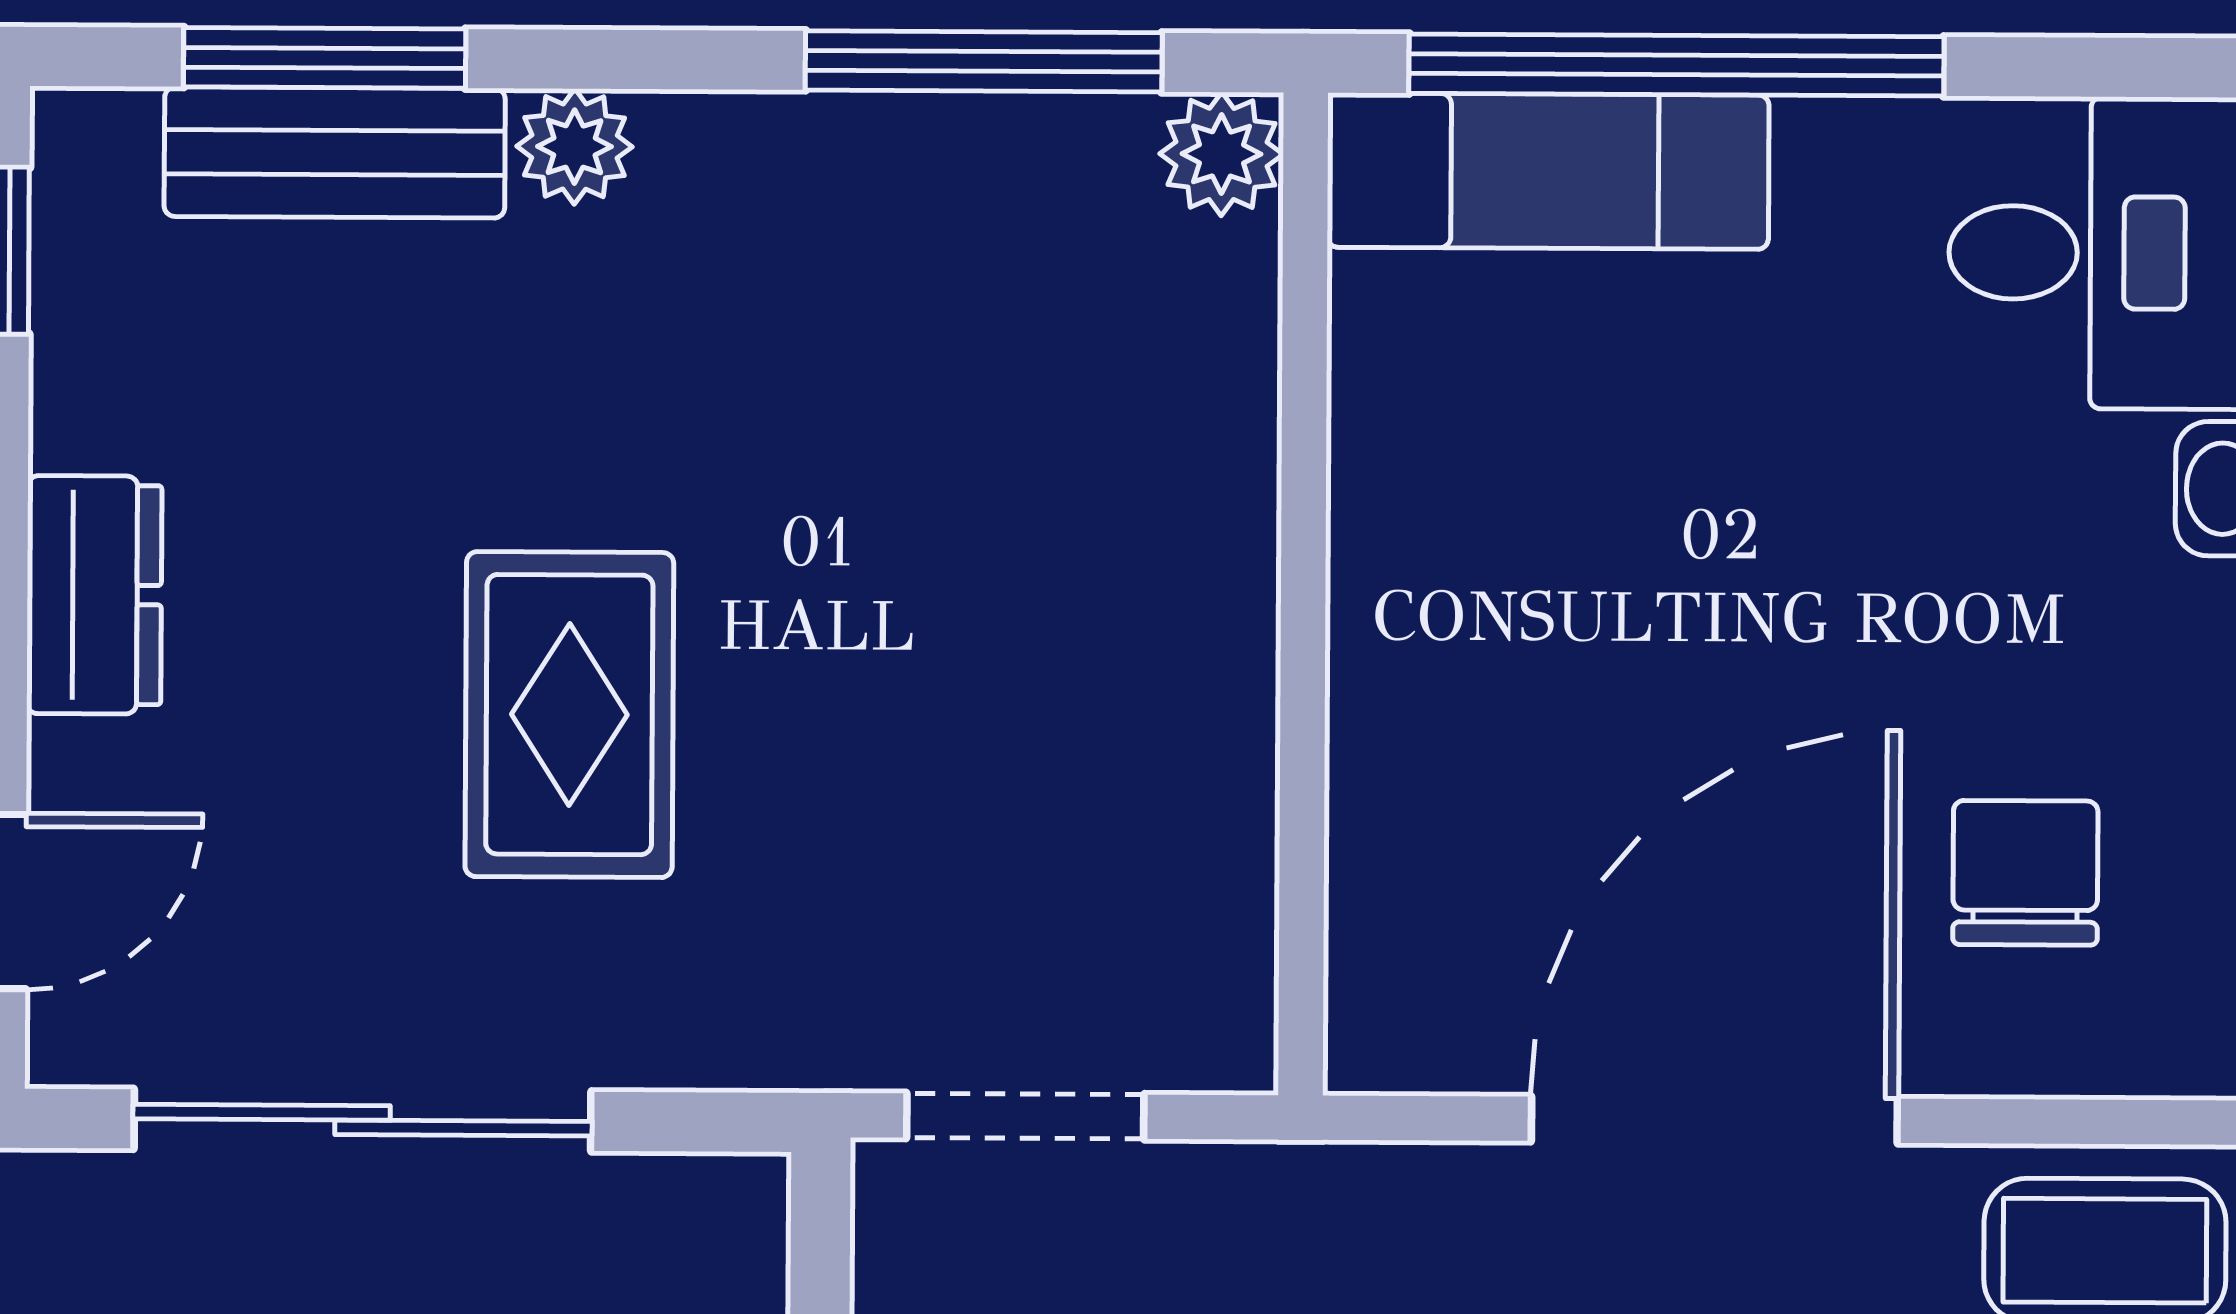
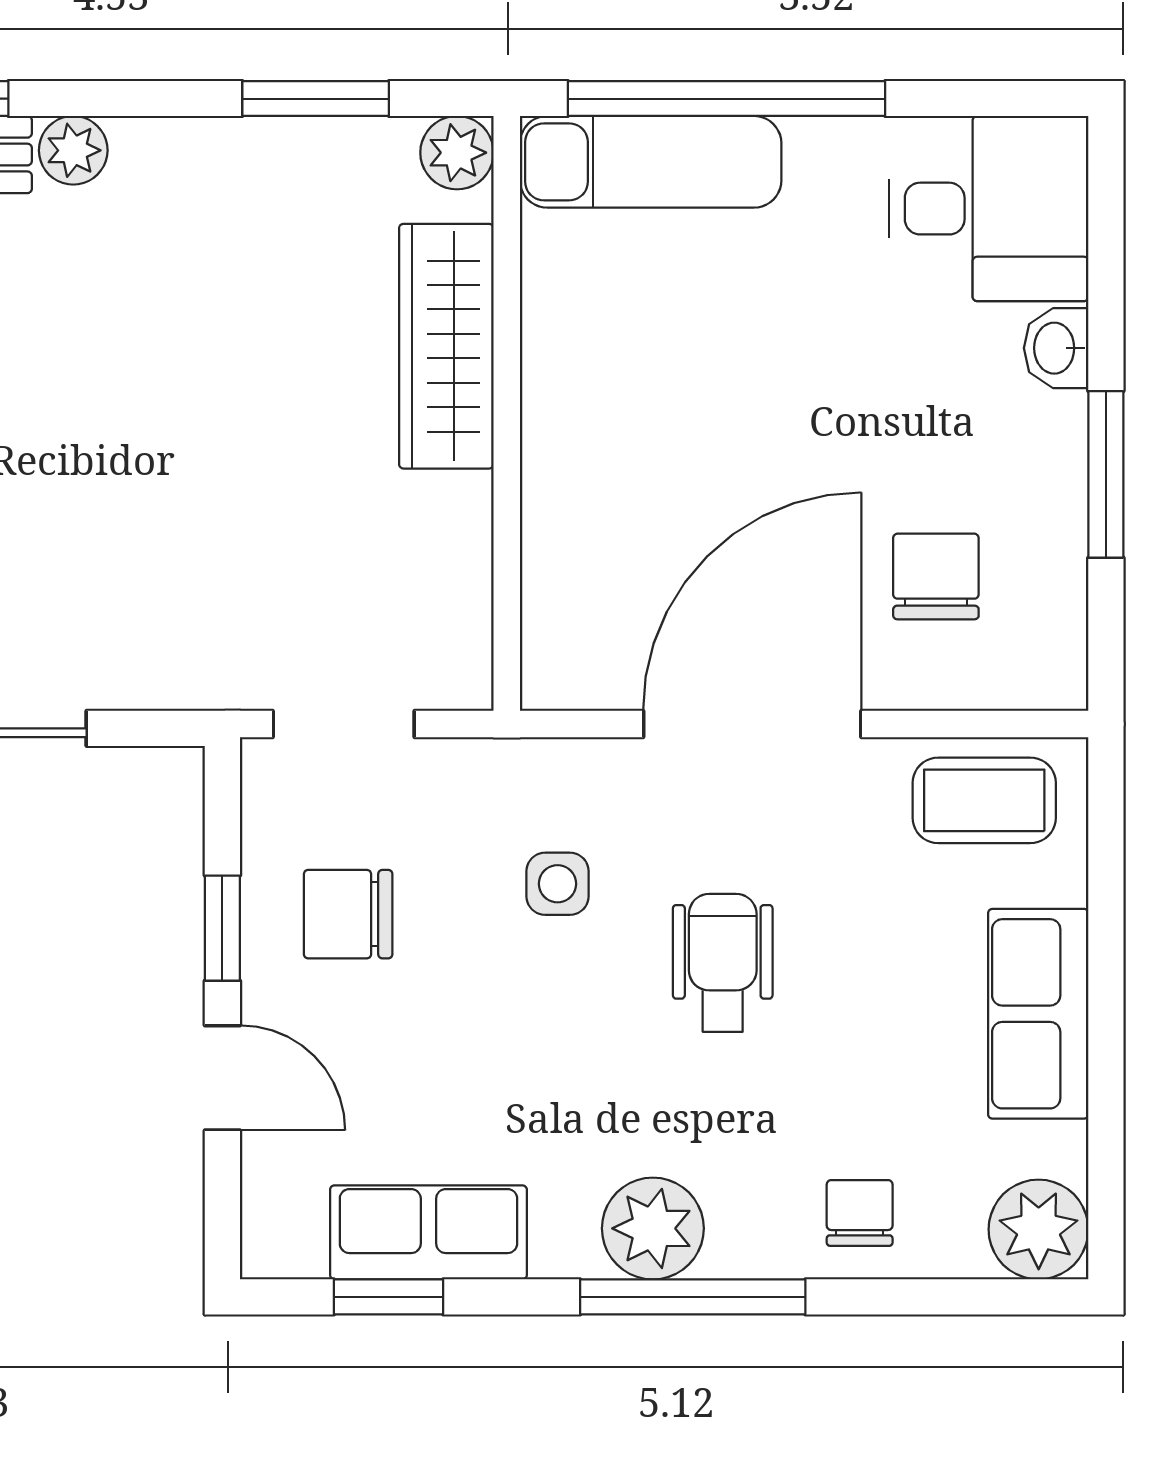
window: (984, 61) -> (316, 99), width x0.69
wardrobe: (1202, 480) -> (446, 346), added
rug: (569, 715) -> (72, 487), removed

